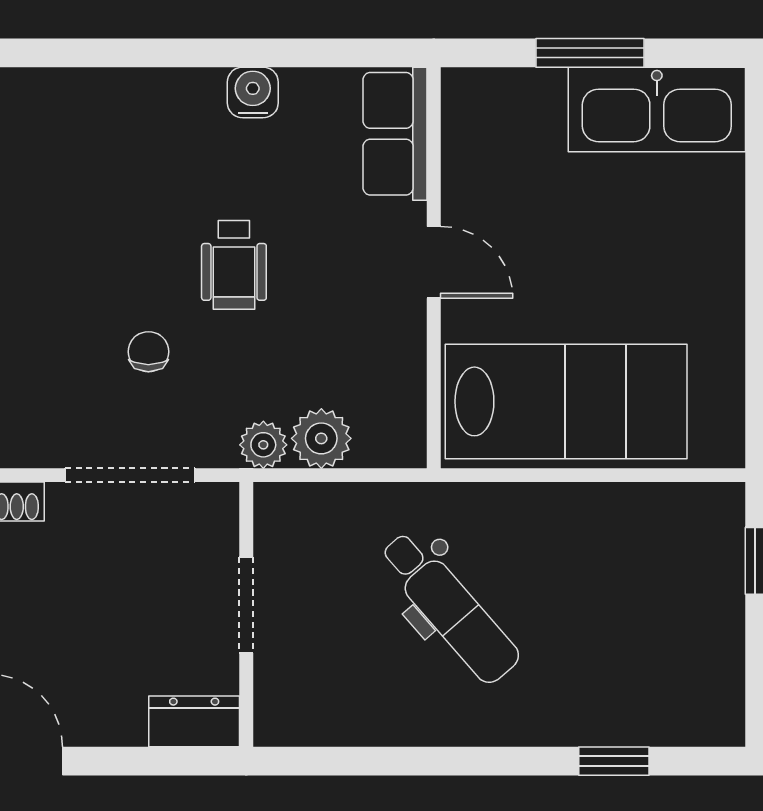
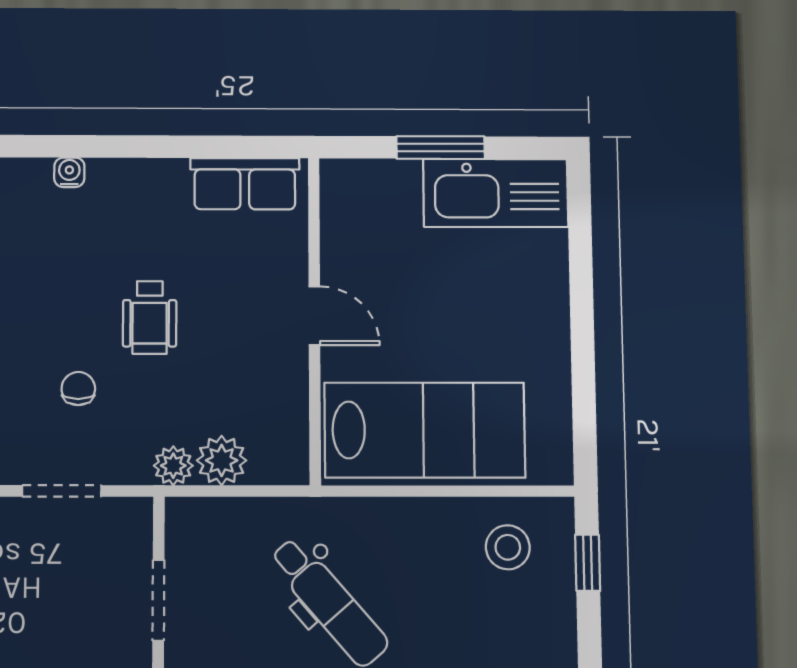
water cooler: (253, 92) -> (69, 172), moved, width x0.72, depth x0.72
row of seats: (395, 134) -> (245, 184), moved, turned -90
doorway: (130, 475) -> (62, 491), width x0.73
stool: (664, 542) -> (508, 547), added

